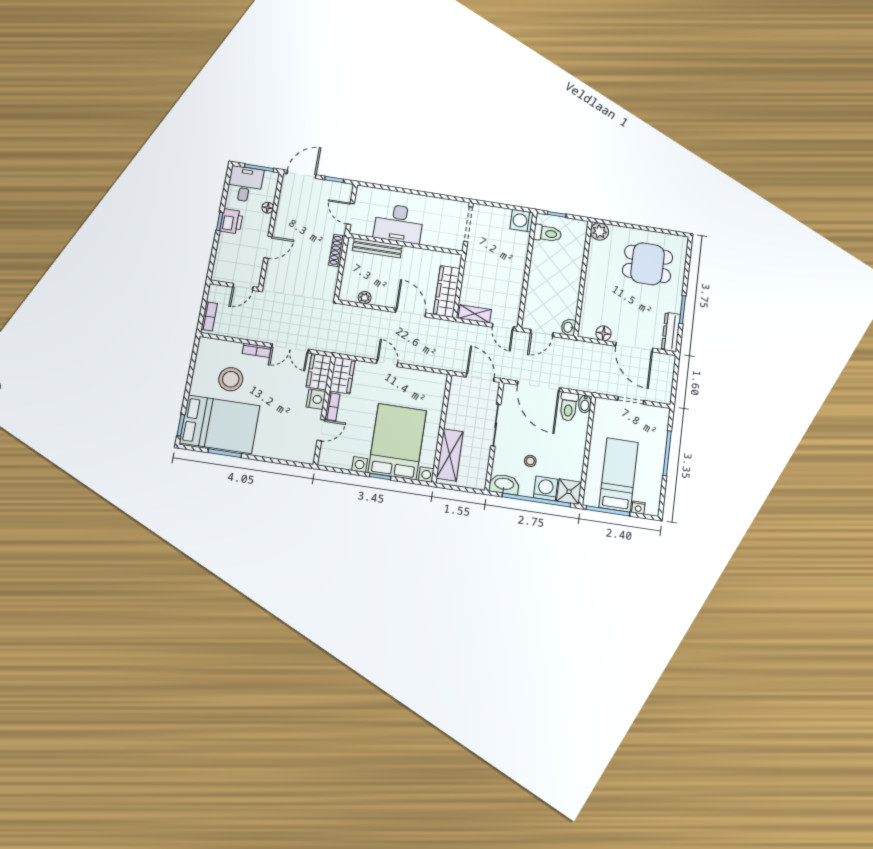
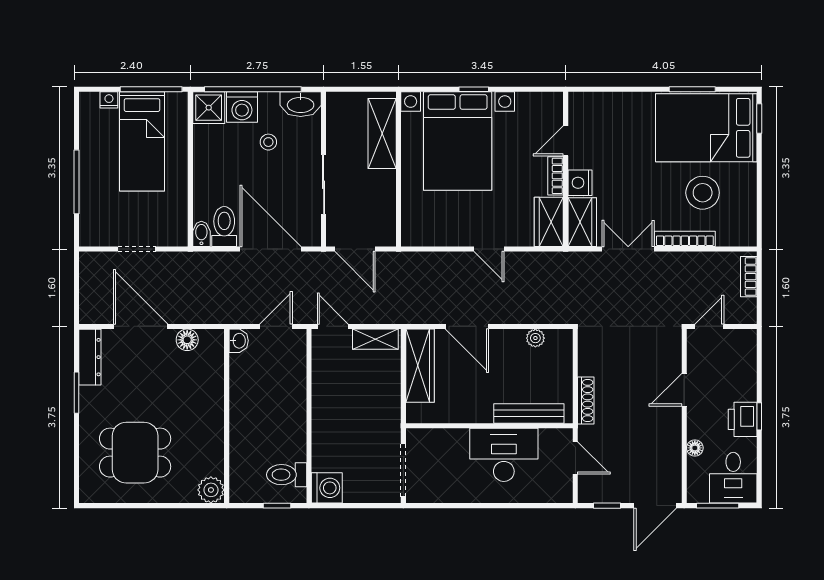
bookcase: (257, 350) -> (685, 239), width x1.56

